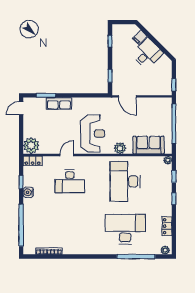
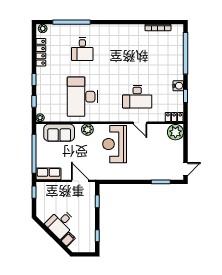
row of seats: (59, 103) -> (48, 174), moved
door: (67, 155) -> (140, 123), hinge flipped
desk: (70, 181) -> (137, 97), turned 180
desk: (125, 181) -> (82, 97), turned 180
locker: (167, 226) -> (41, 52), width x1.53
desk: (125, 229) -> (82, 49), width x0.53, depth x0.77

